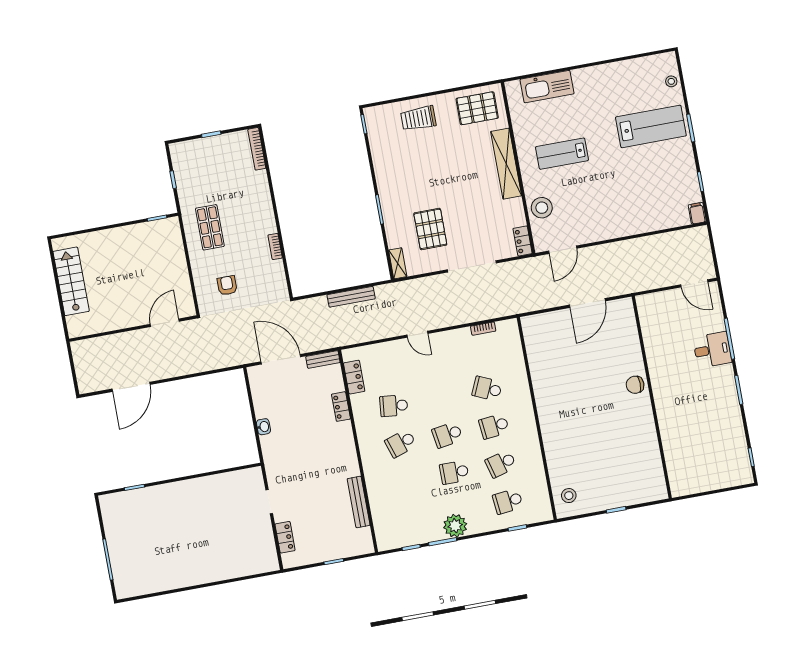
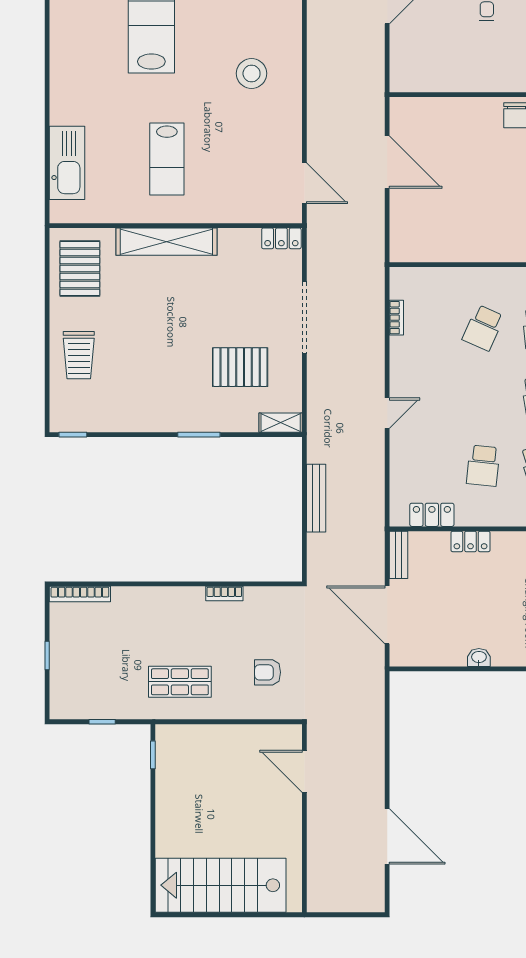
stool: (542, 208) -> (252, 73), moved
stairs: (71, 281) -> (221, 885), width x1.36, depth x1.51
door: (281, 359) -> (387, 615), hinge flipped

